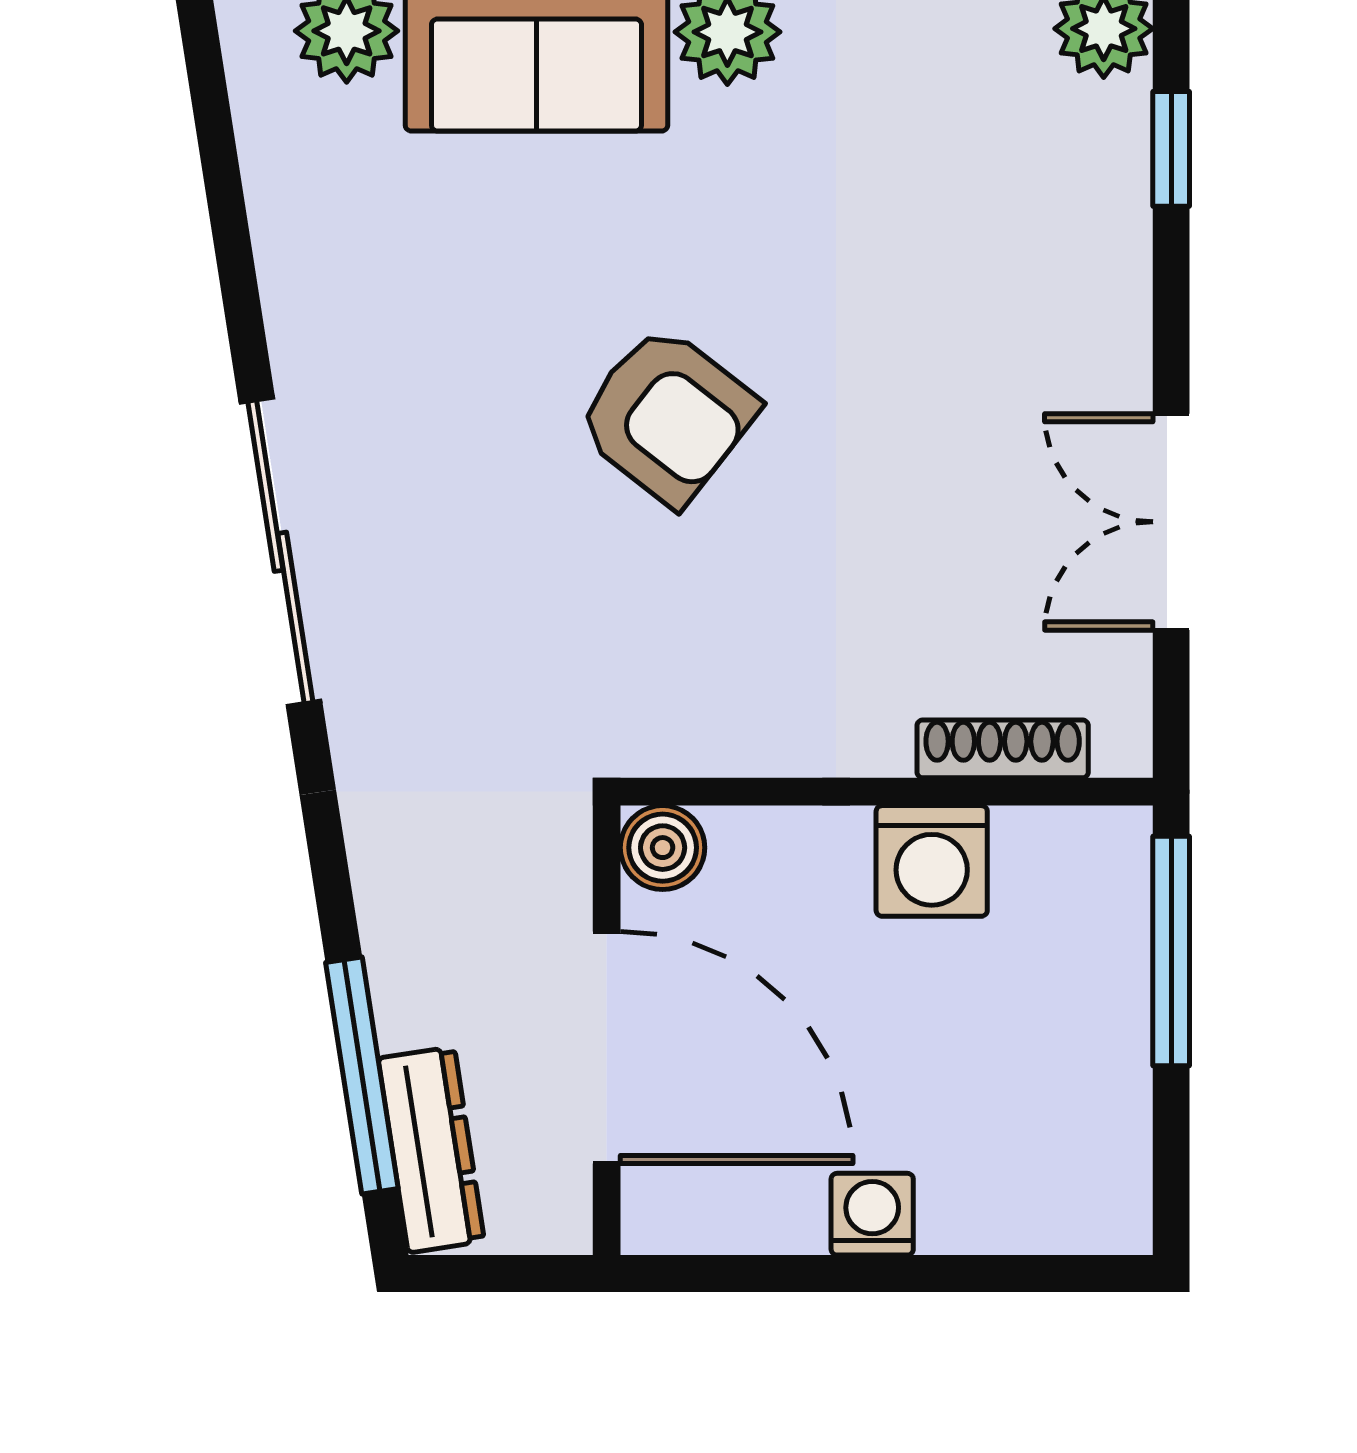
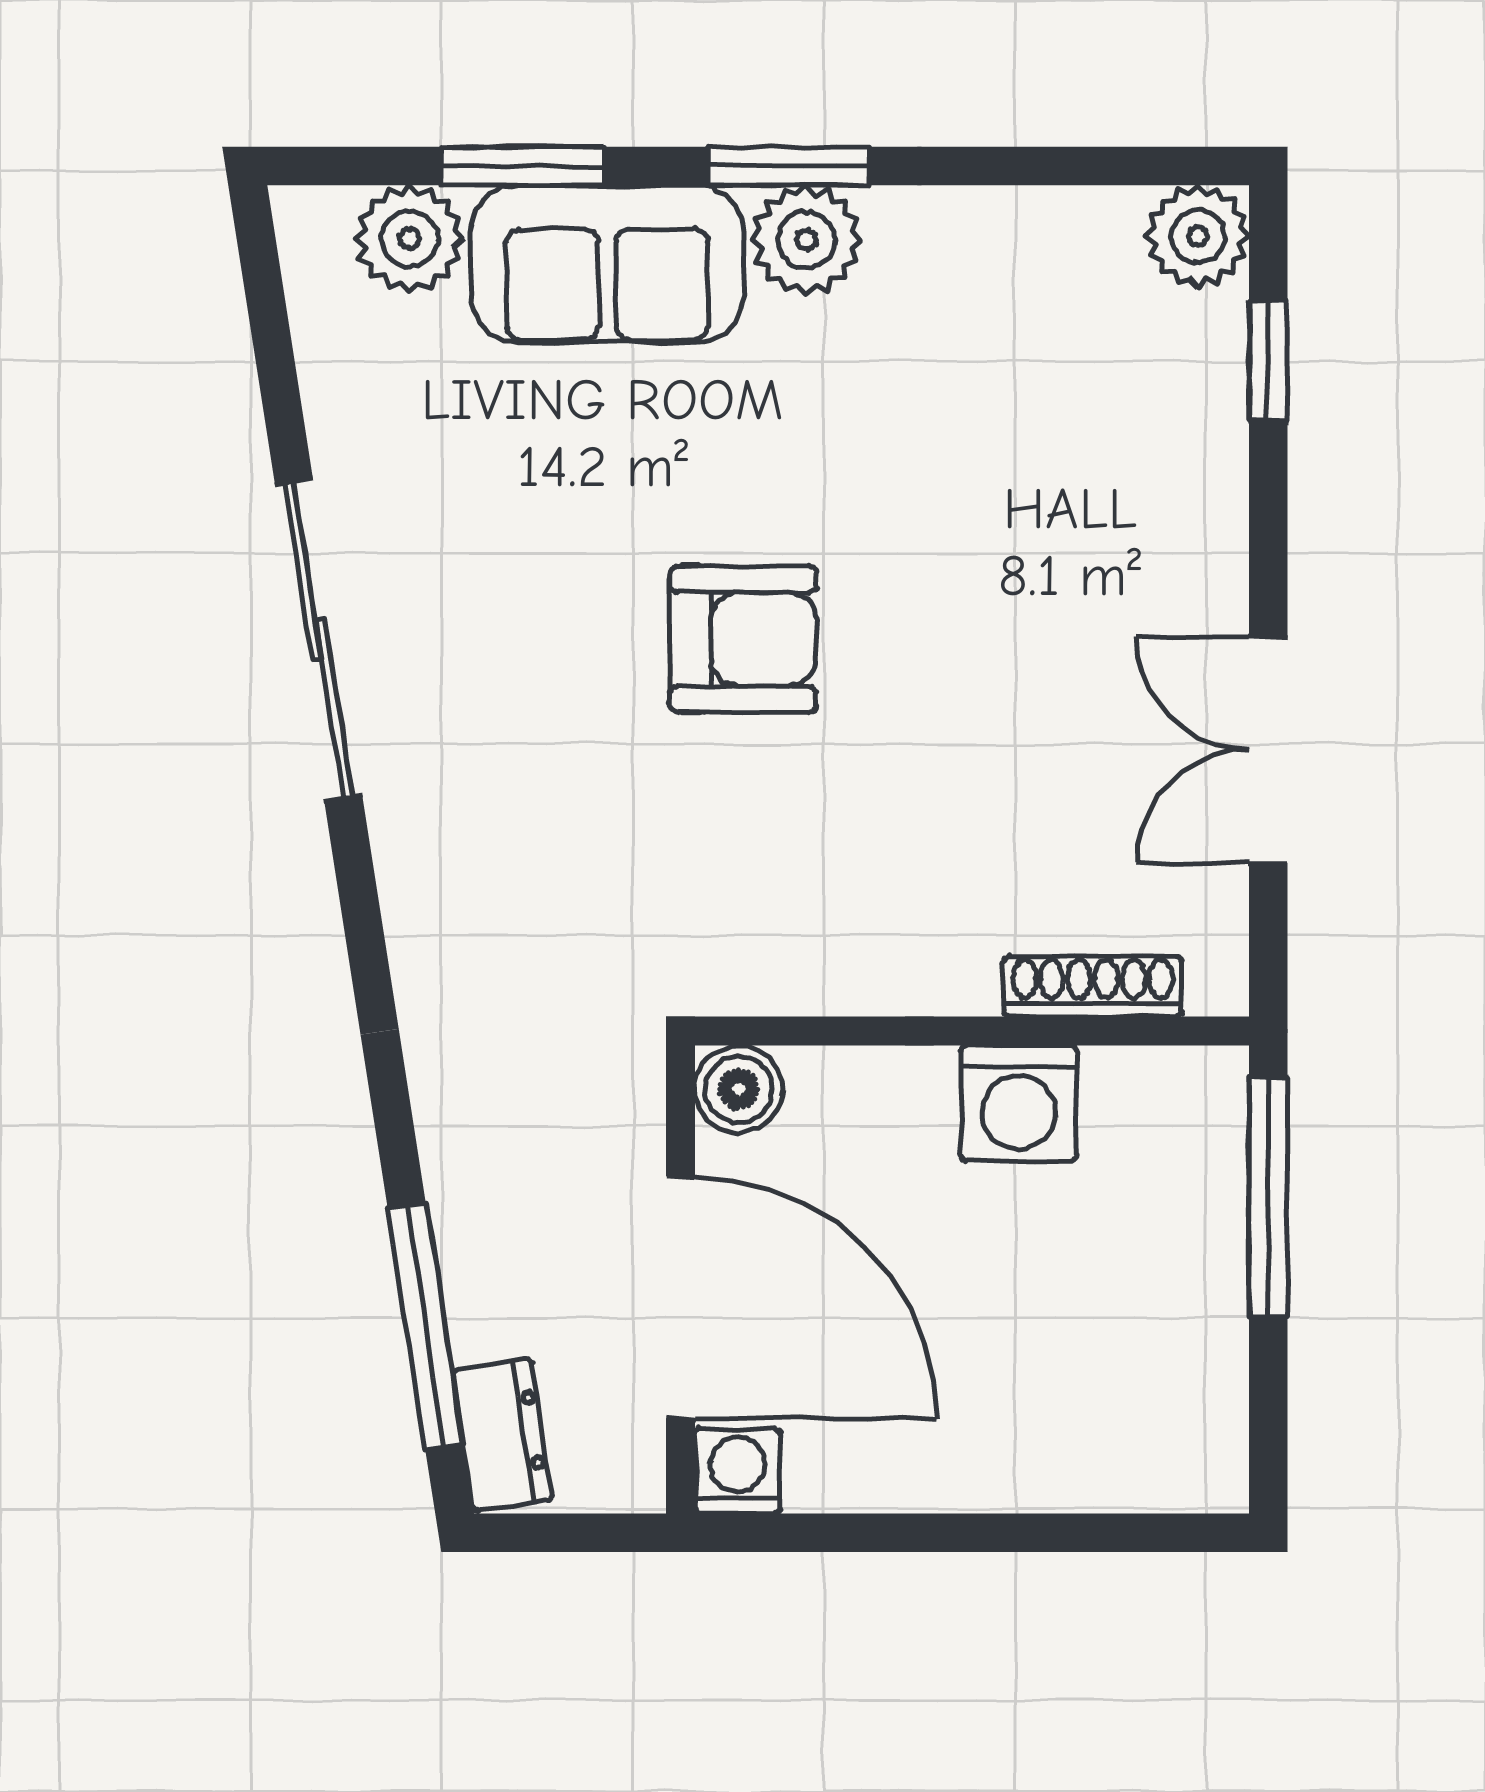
armchair: (667, 416) -> (743, 639), turned -38
sliding door: (280, 552) -> (319, 640), moved
dresser: (431, 1150) -> (502, 1435), width x0.70
washing machine: (872, 1214) -> (737, 1471), moved

